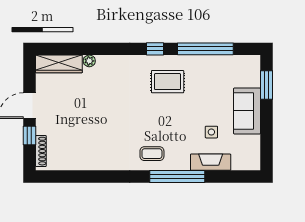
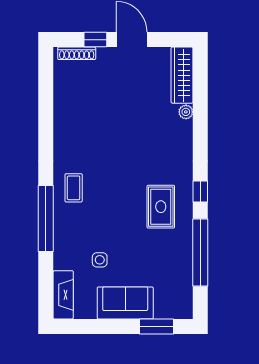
fireplace: (211, 162) -> (63, 295), moved

